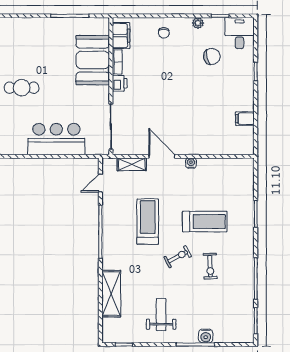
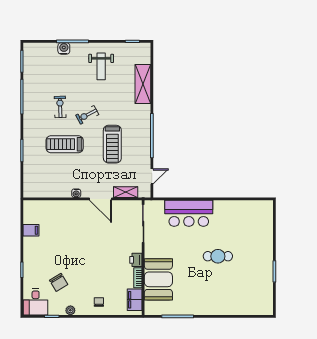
chair: (212, 56) -> (59, 282), turned -107

